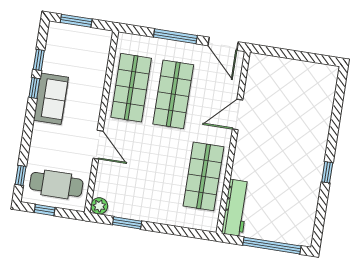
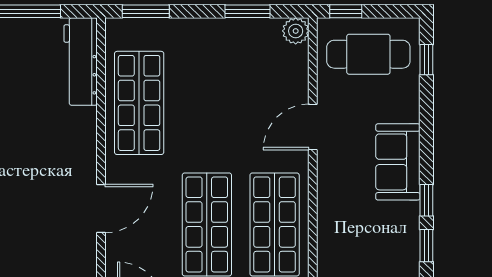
sofa: (51, 99) -> (398, 162), moved
door: (98, 145) -> (313, 127), hinge flipped
window: (45, 210) -> (346, 11), moved
window: (191, 233) -> (146, 11), added

